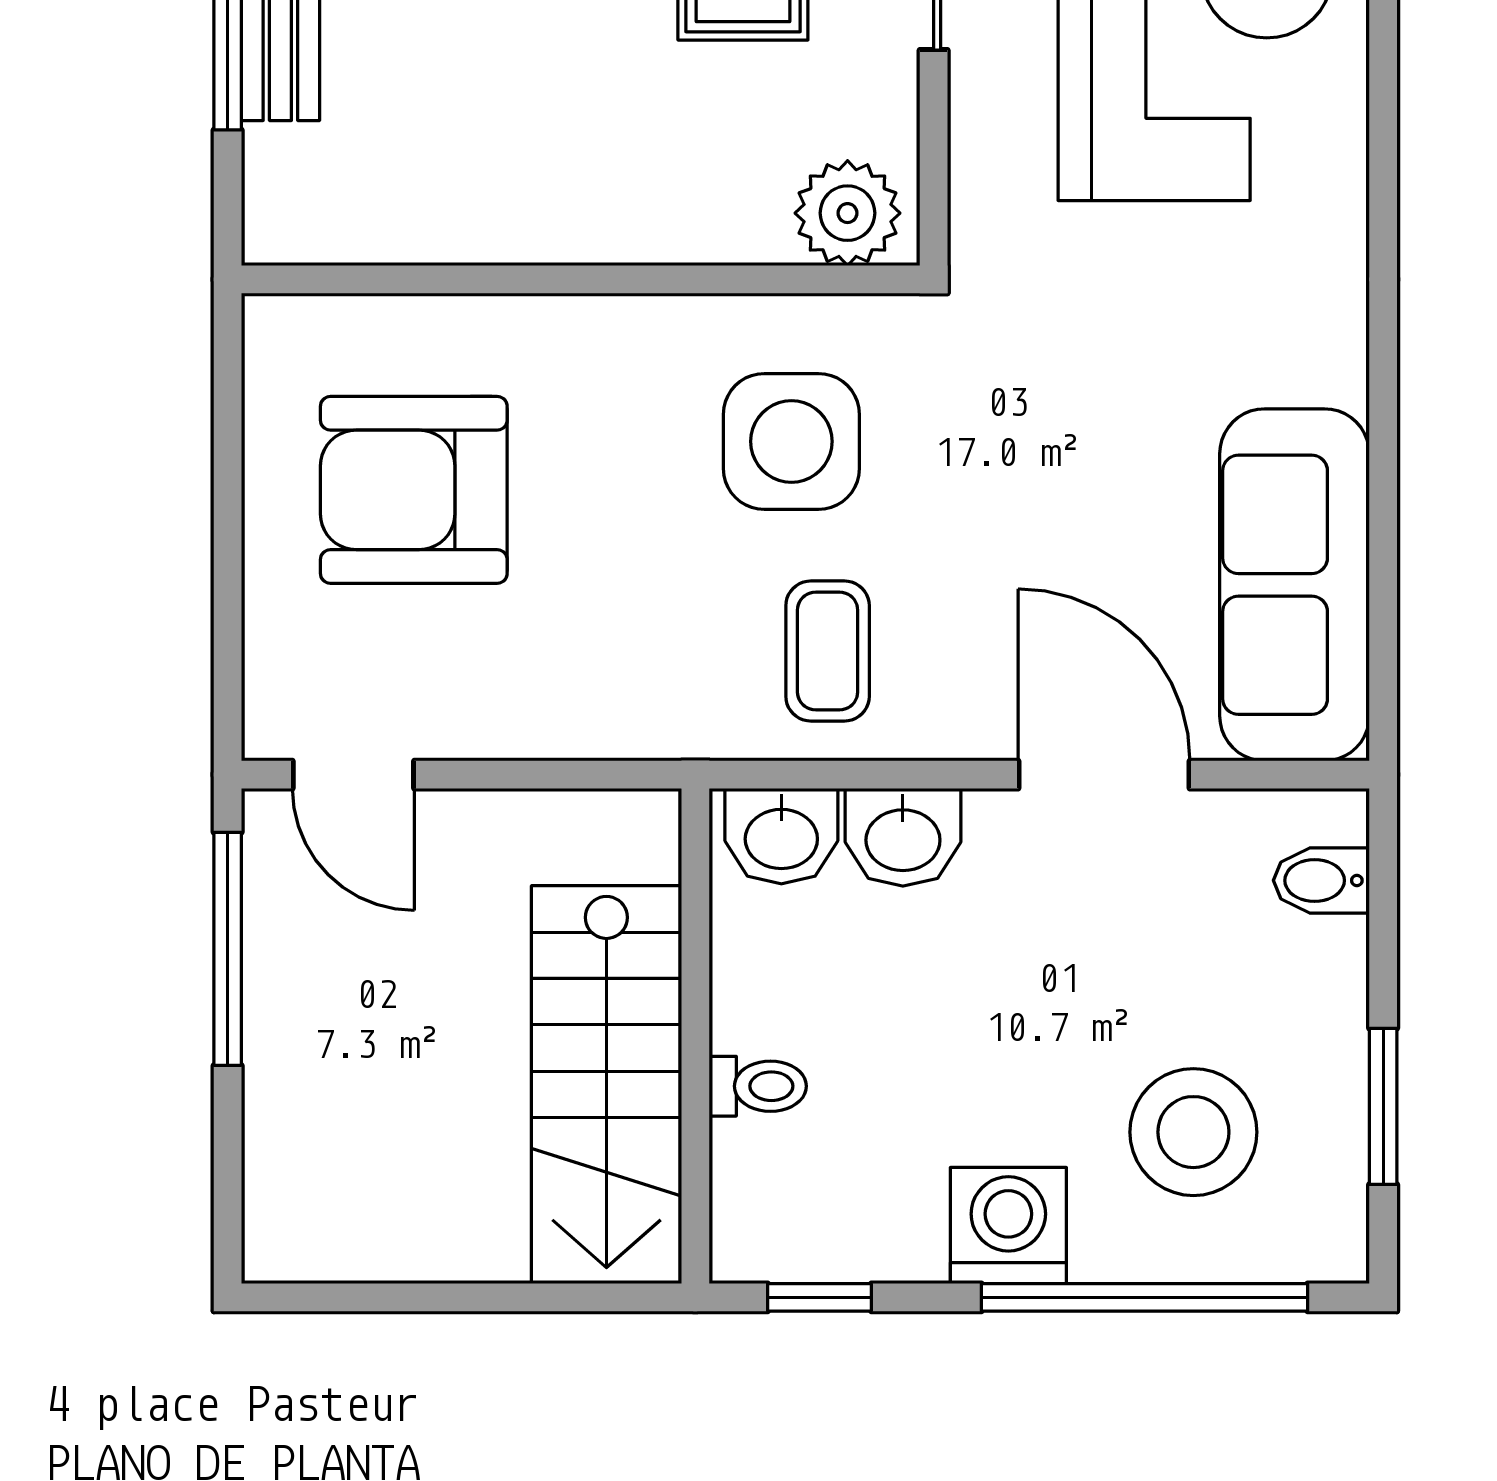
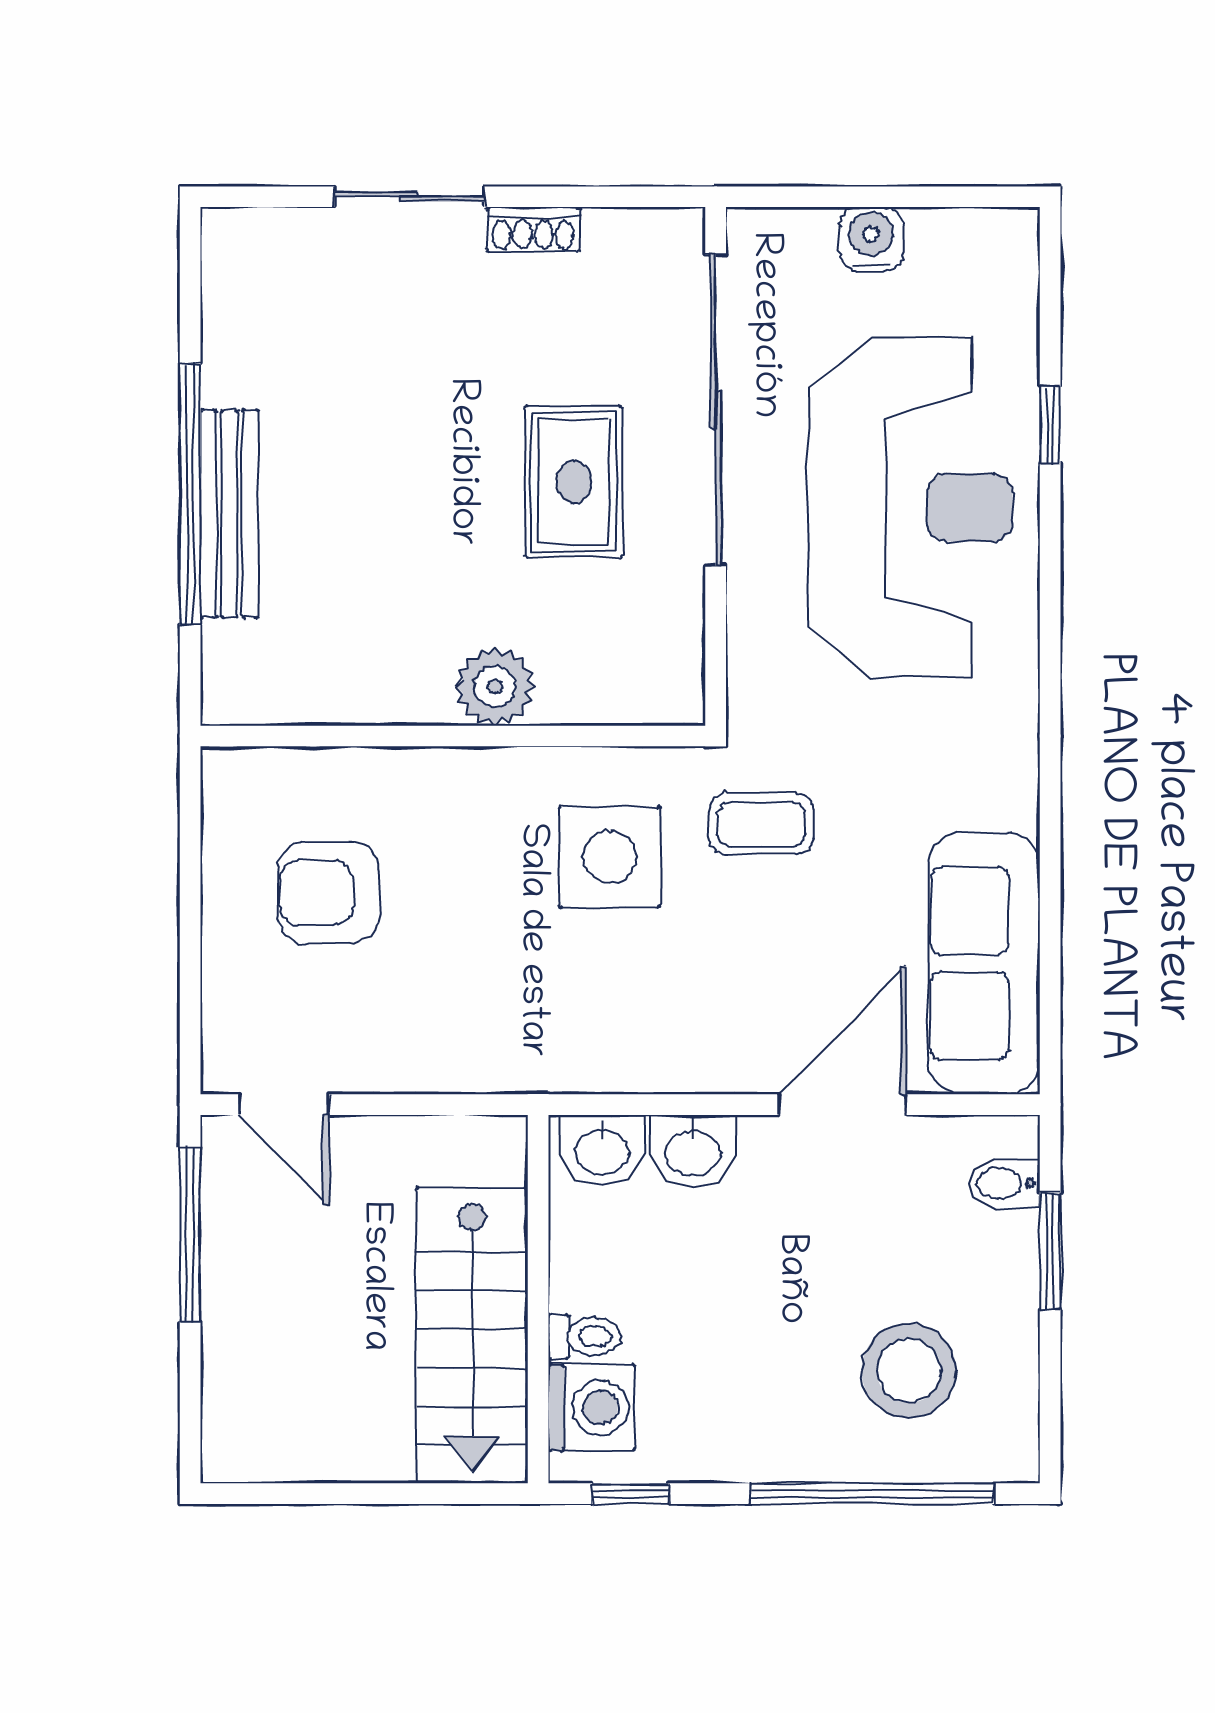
plant: (848, 213) -> (495, 687), moved
armchair: (414, 490) -> (329, 893), width x0.73, depth x0.73
coffee table: (828, 651) -> (761, 824), moved, turned 90
door: (1104, 775) -> (842, 1105), hinge flipped
window: (1383, 1106) -> (1050, 1251), moved
washing machine: (1008, 1225) -> (592, 1407), moved, turned 90

